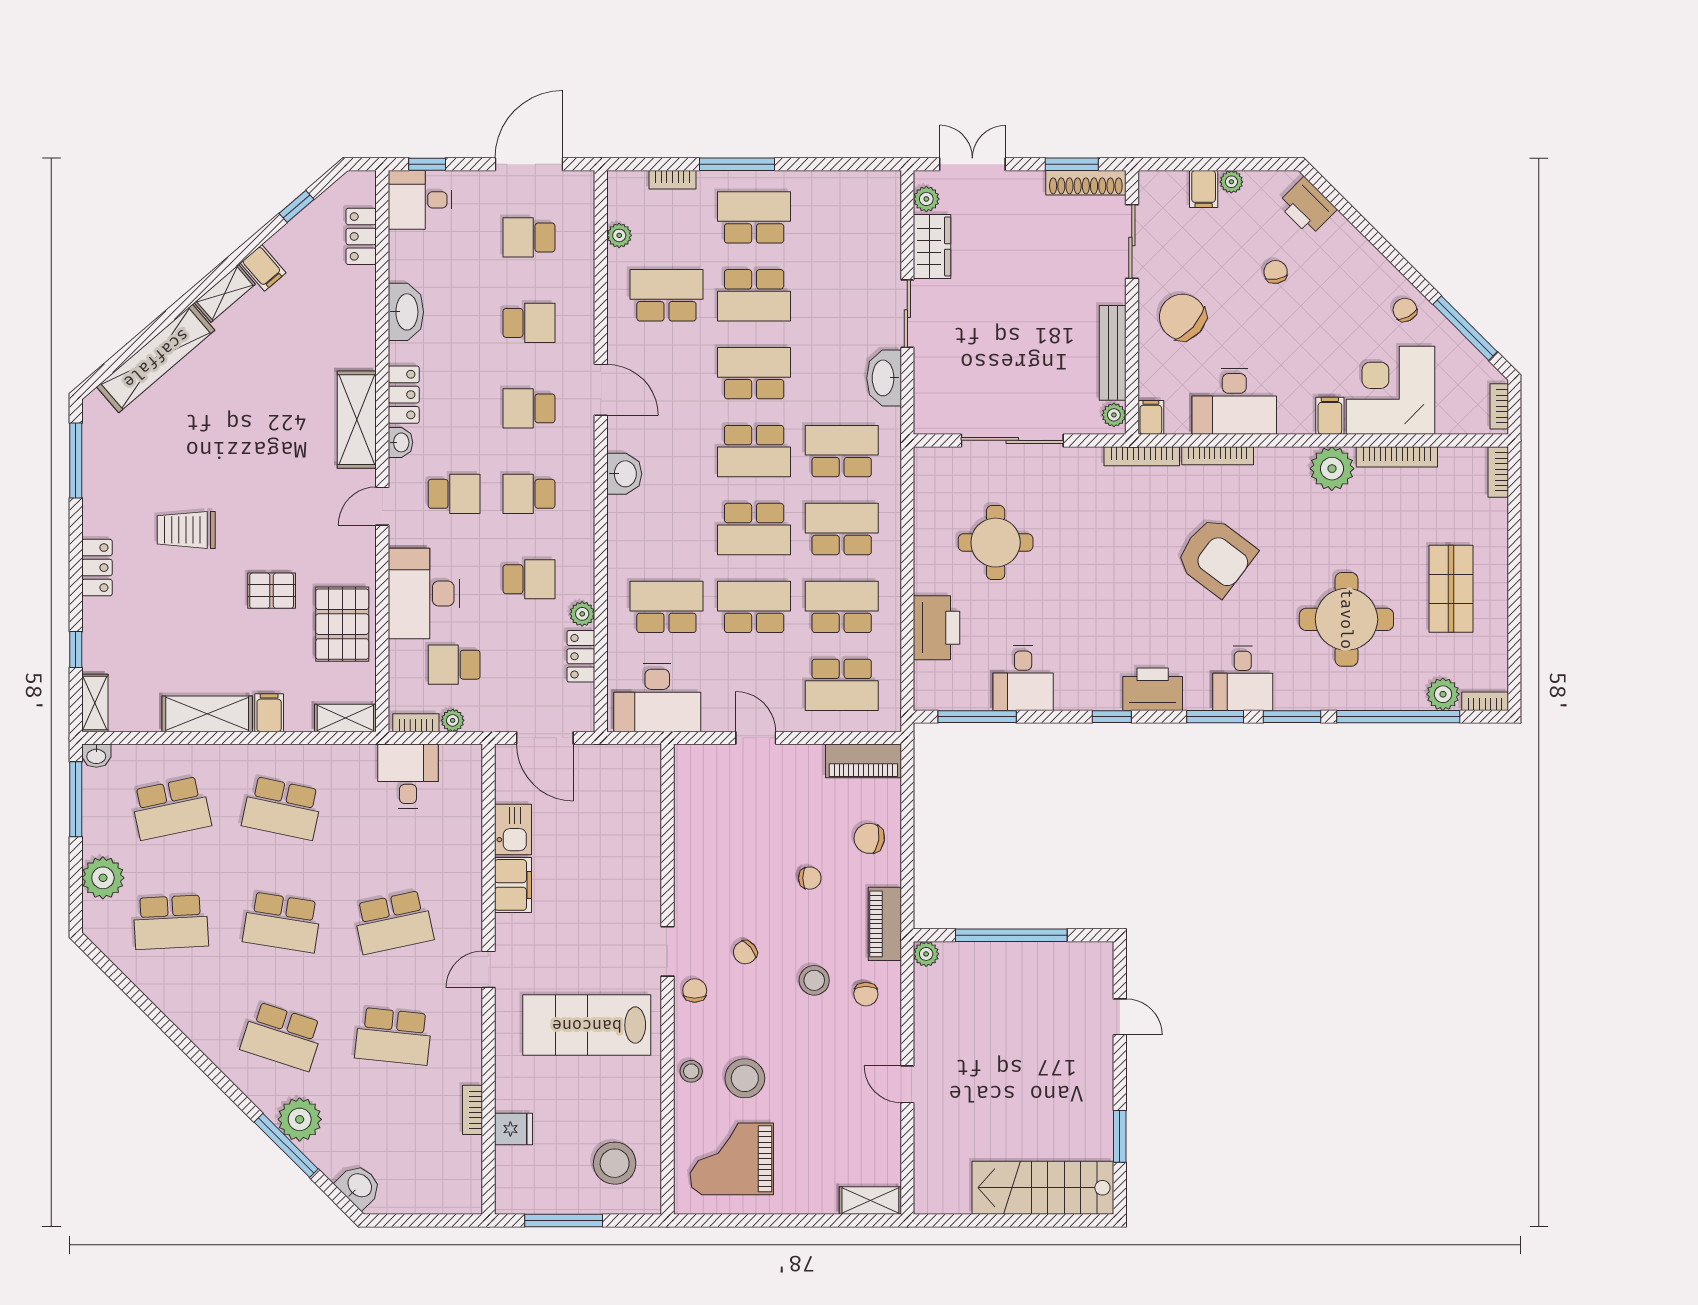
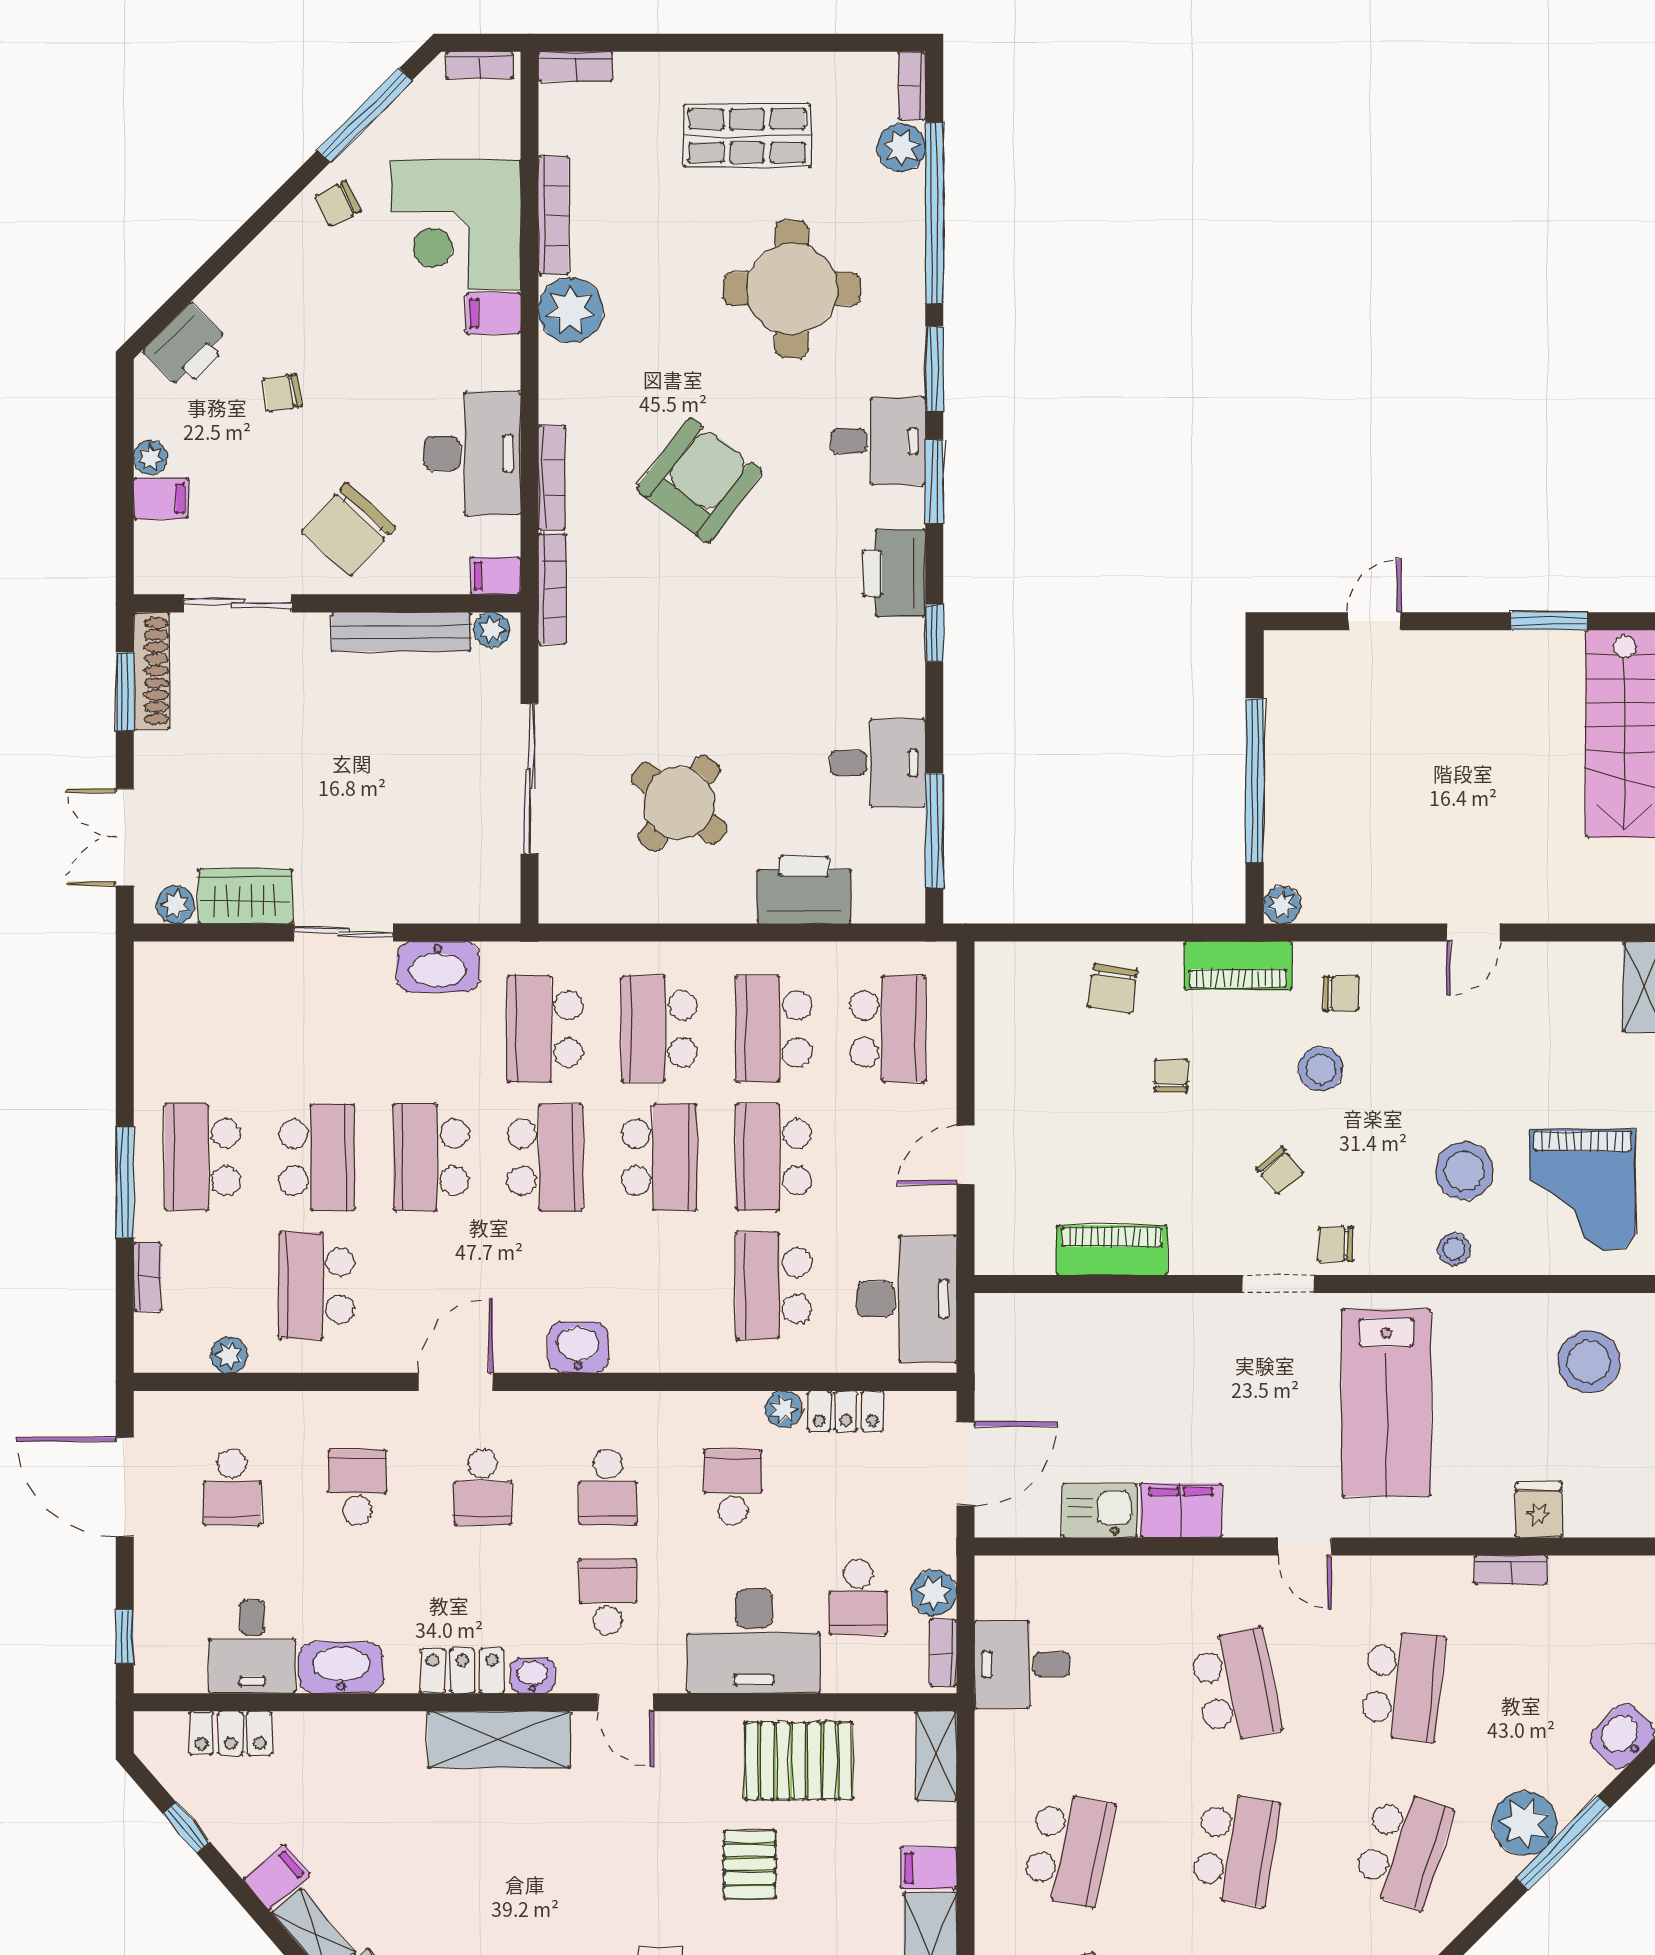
desk: (420, 200) -> (252, 1647), moved
round table: (996, 543) -> (679, 803), turned 38
plant: (453, 720) -> (934, 1593), width x1.38, depth x1.38
piano: (863, 761) -> (1112, 1250), moved, turned -90

